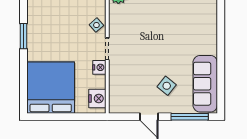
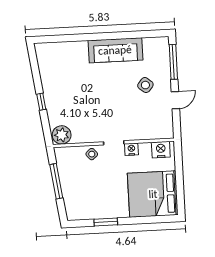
sofa: (205, 84) -> (115, 50), moved

